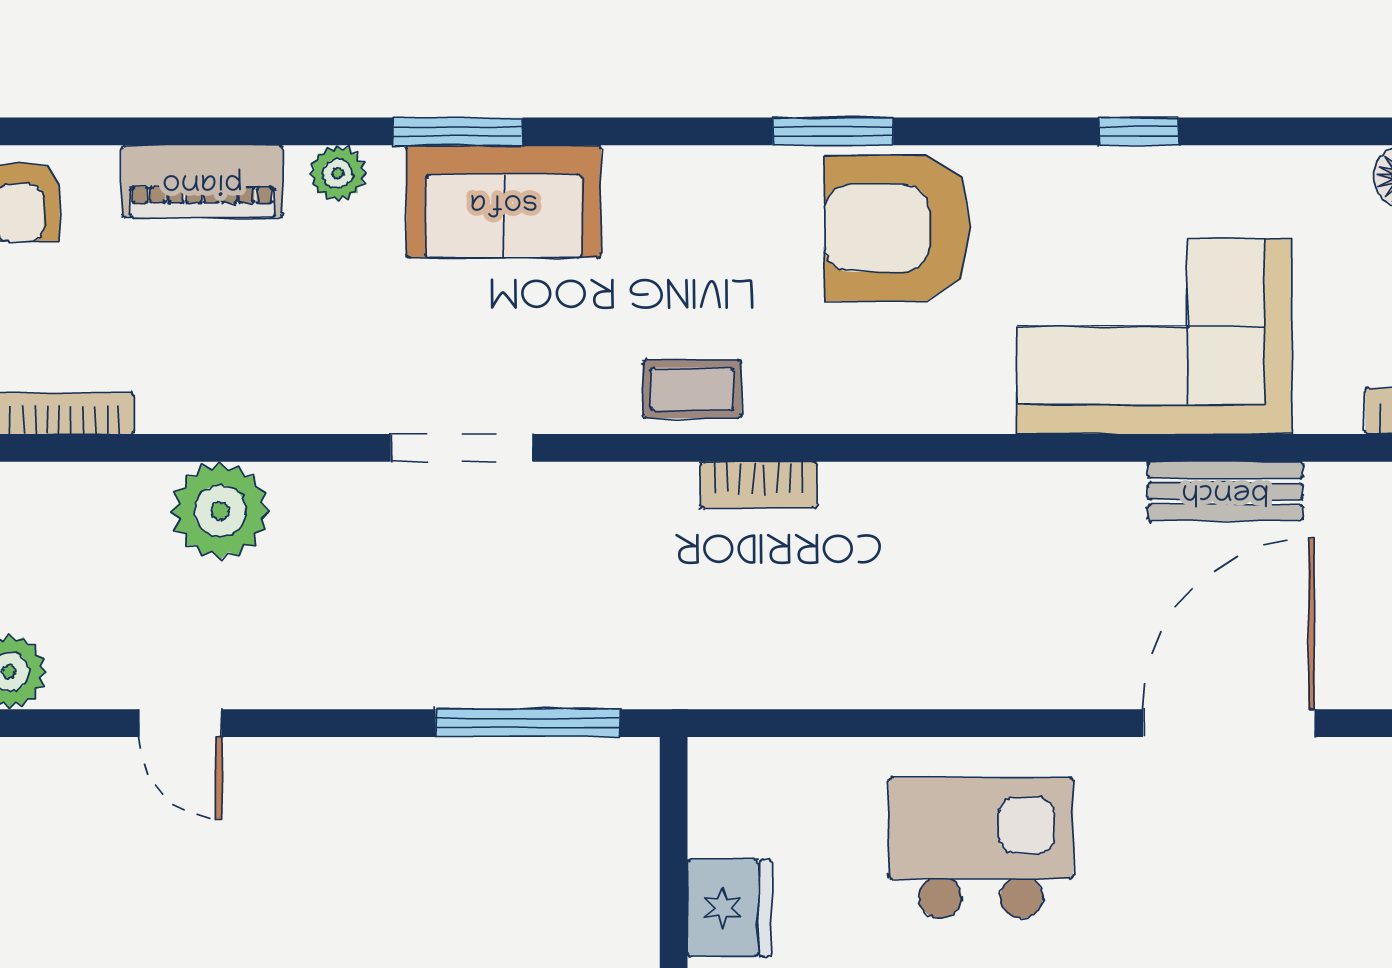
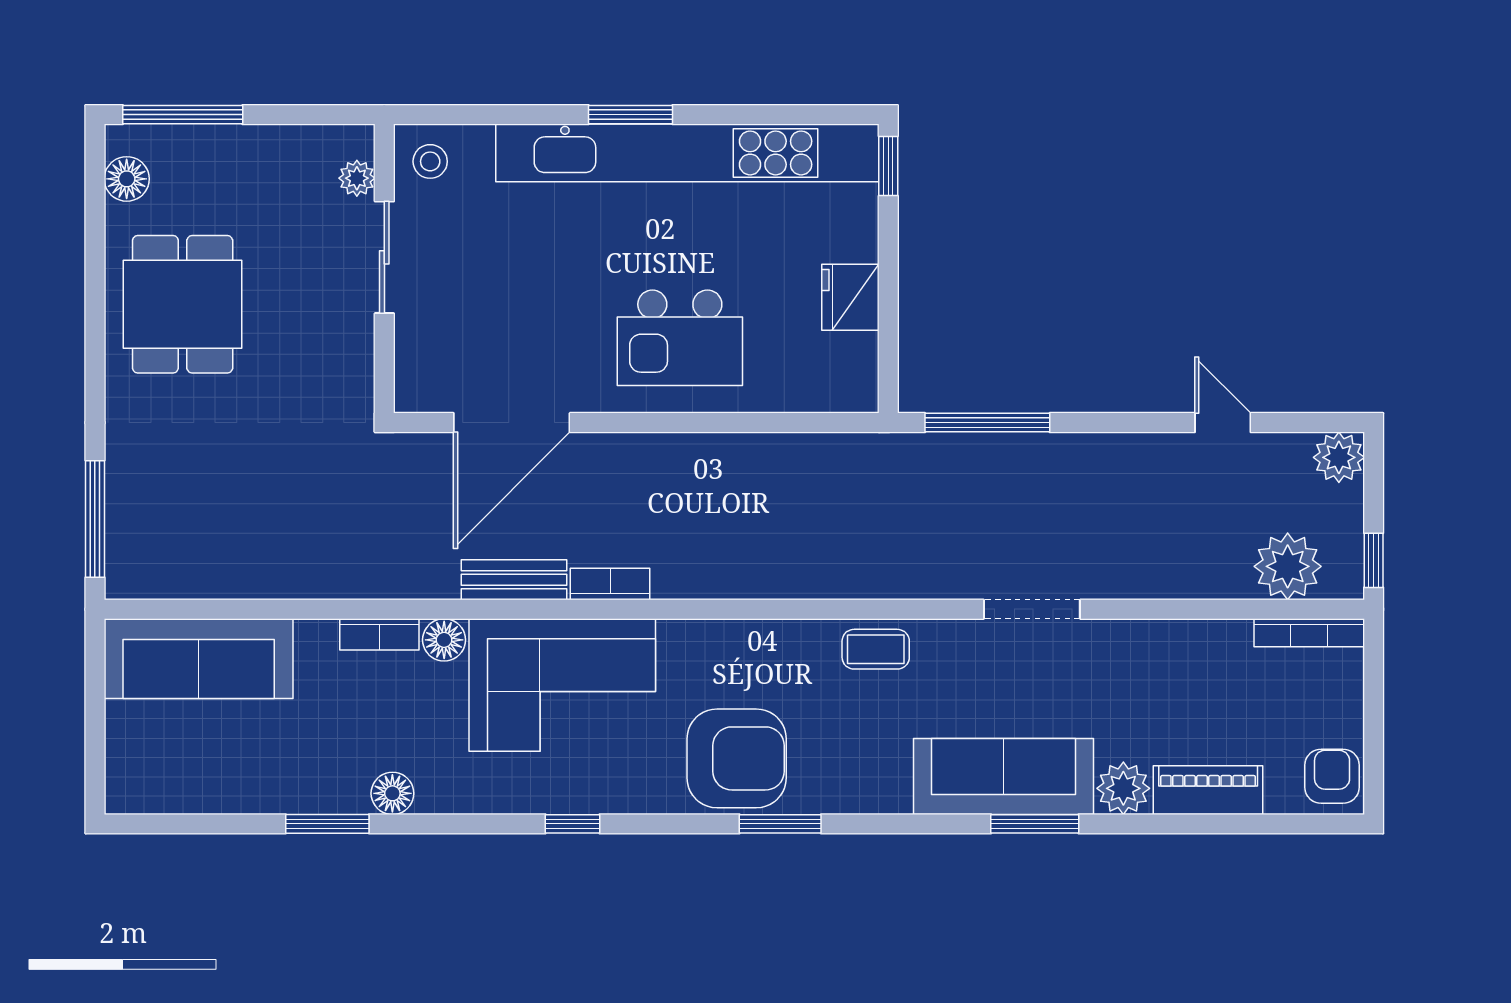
plant: (338, 173) -> (1123, 788), width x1.38, depth x1.38
sofa: (504, 201) -> (1004, 776), width x1.36
floor lamp: (1328, 403) -> (444, 640), added
bookcase: (759, 485) -> (610, 584), moved
plant: (220, 511) -> (1288, 566), moved

